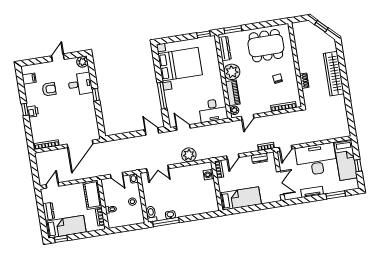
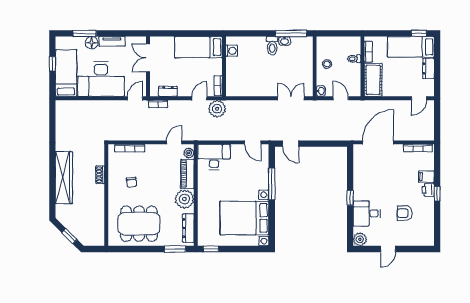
filing cabinet: (29, 79) -> (426, 177), moved
plant: (189, 155) -> (217, 109), moved
washing machine: (209, 175) -> (231, 51), moved
floor lamp: (329, 188) -> (92, 43), added
toilet: (151, 214) -> (272, 46), moved

